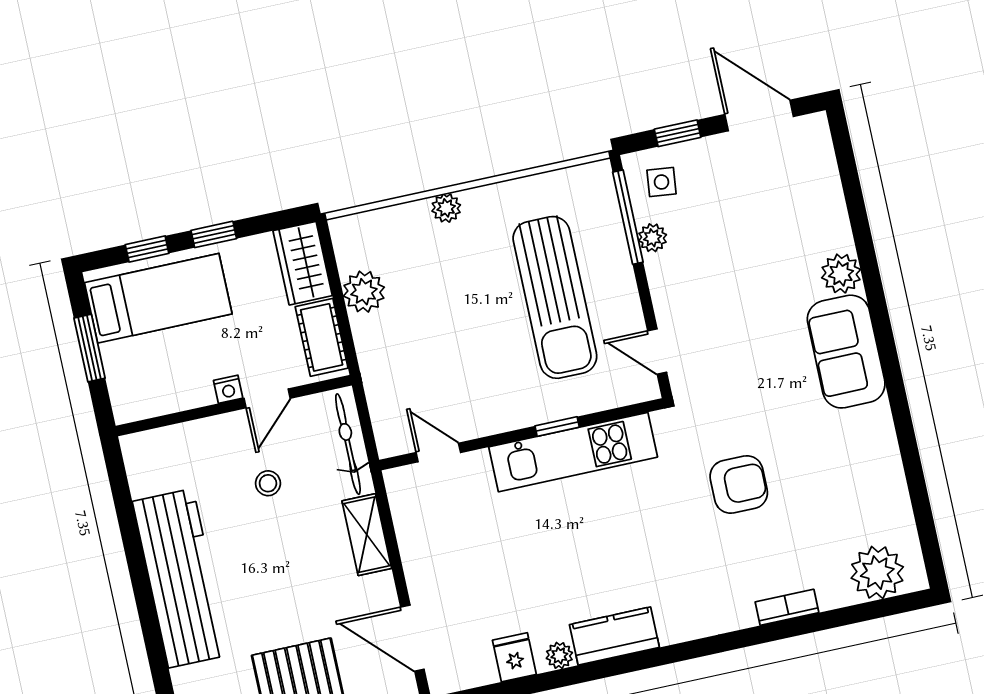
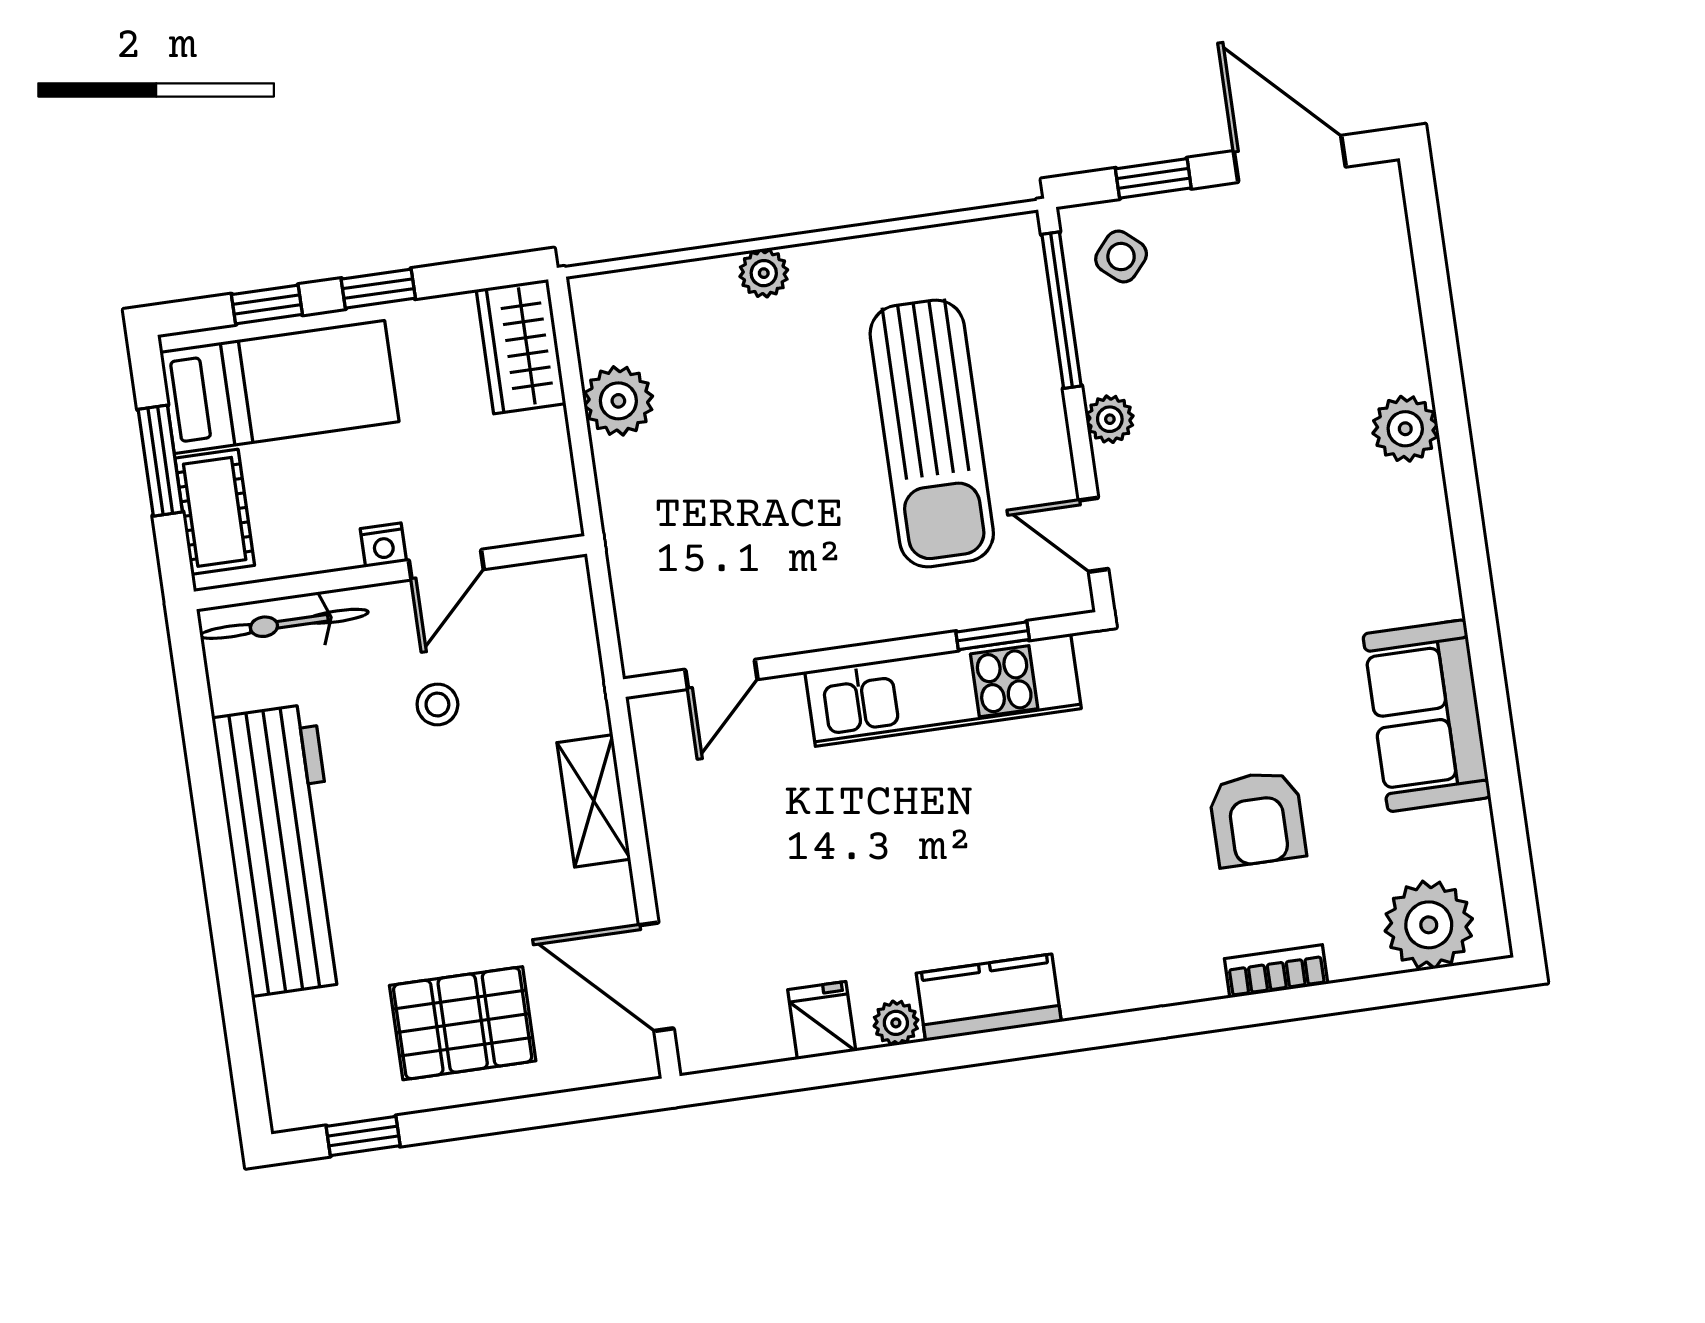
side table: (661, 182) -> (1121, 256), turned 35
plant: (653, 238) -> (1110, 419), moved
cot: (322, 337) -> (215, 512), moved
sofa: (846, 352) -> (1427, 716), moved
window: (557, 427) -> (993, 636), moved
bicycle: (348, 444) -> (284, 624), moved, turned -90
door: (438, 452) -> (721, 674), swing flipped
armchair: (739, 485) -> (1257, 819), moved, turned 90

